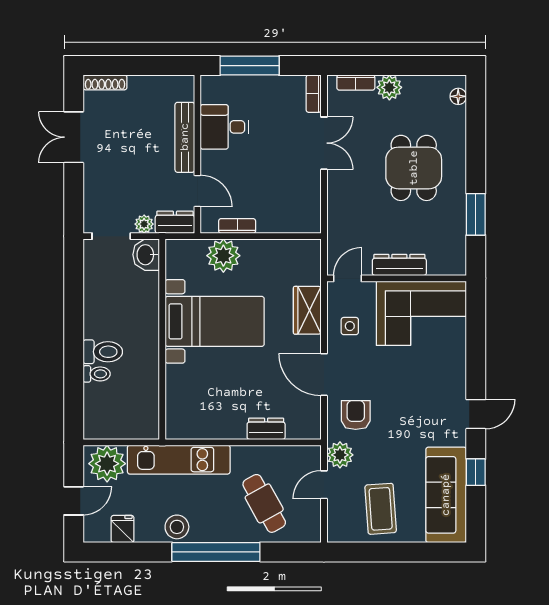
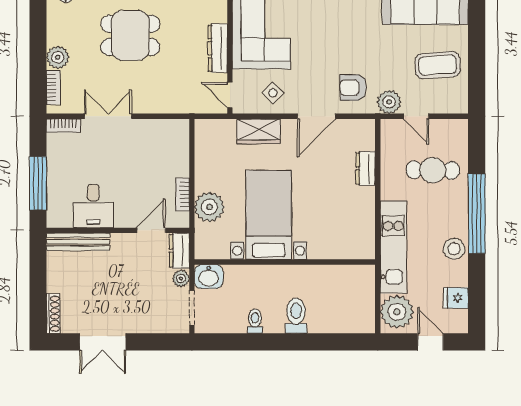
bench: (185, 137) -> (78, 242), moved
side table: (350, 326) -> (273, 93), turned 45
toilet: (97, 374) -> (255, 321), moved
cafe table: (264, 503) -> (433, 170), turned 30

